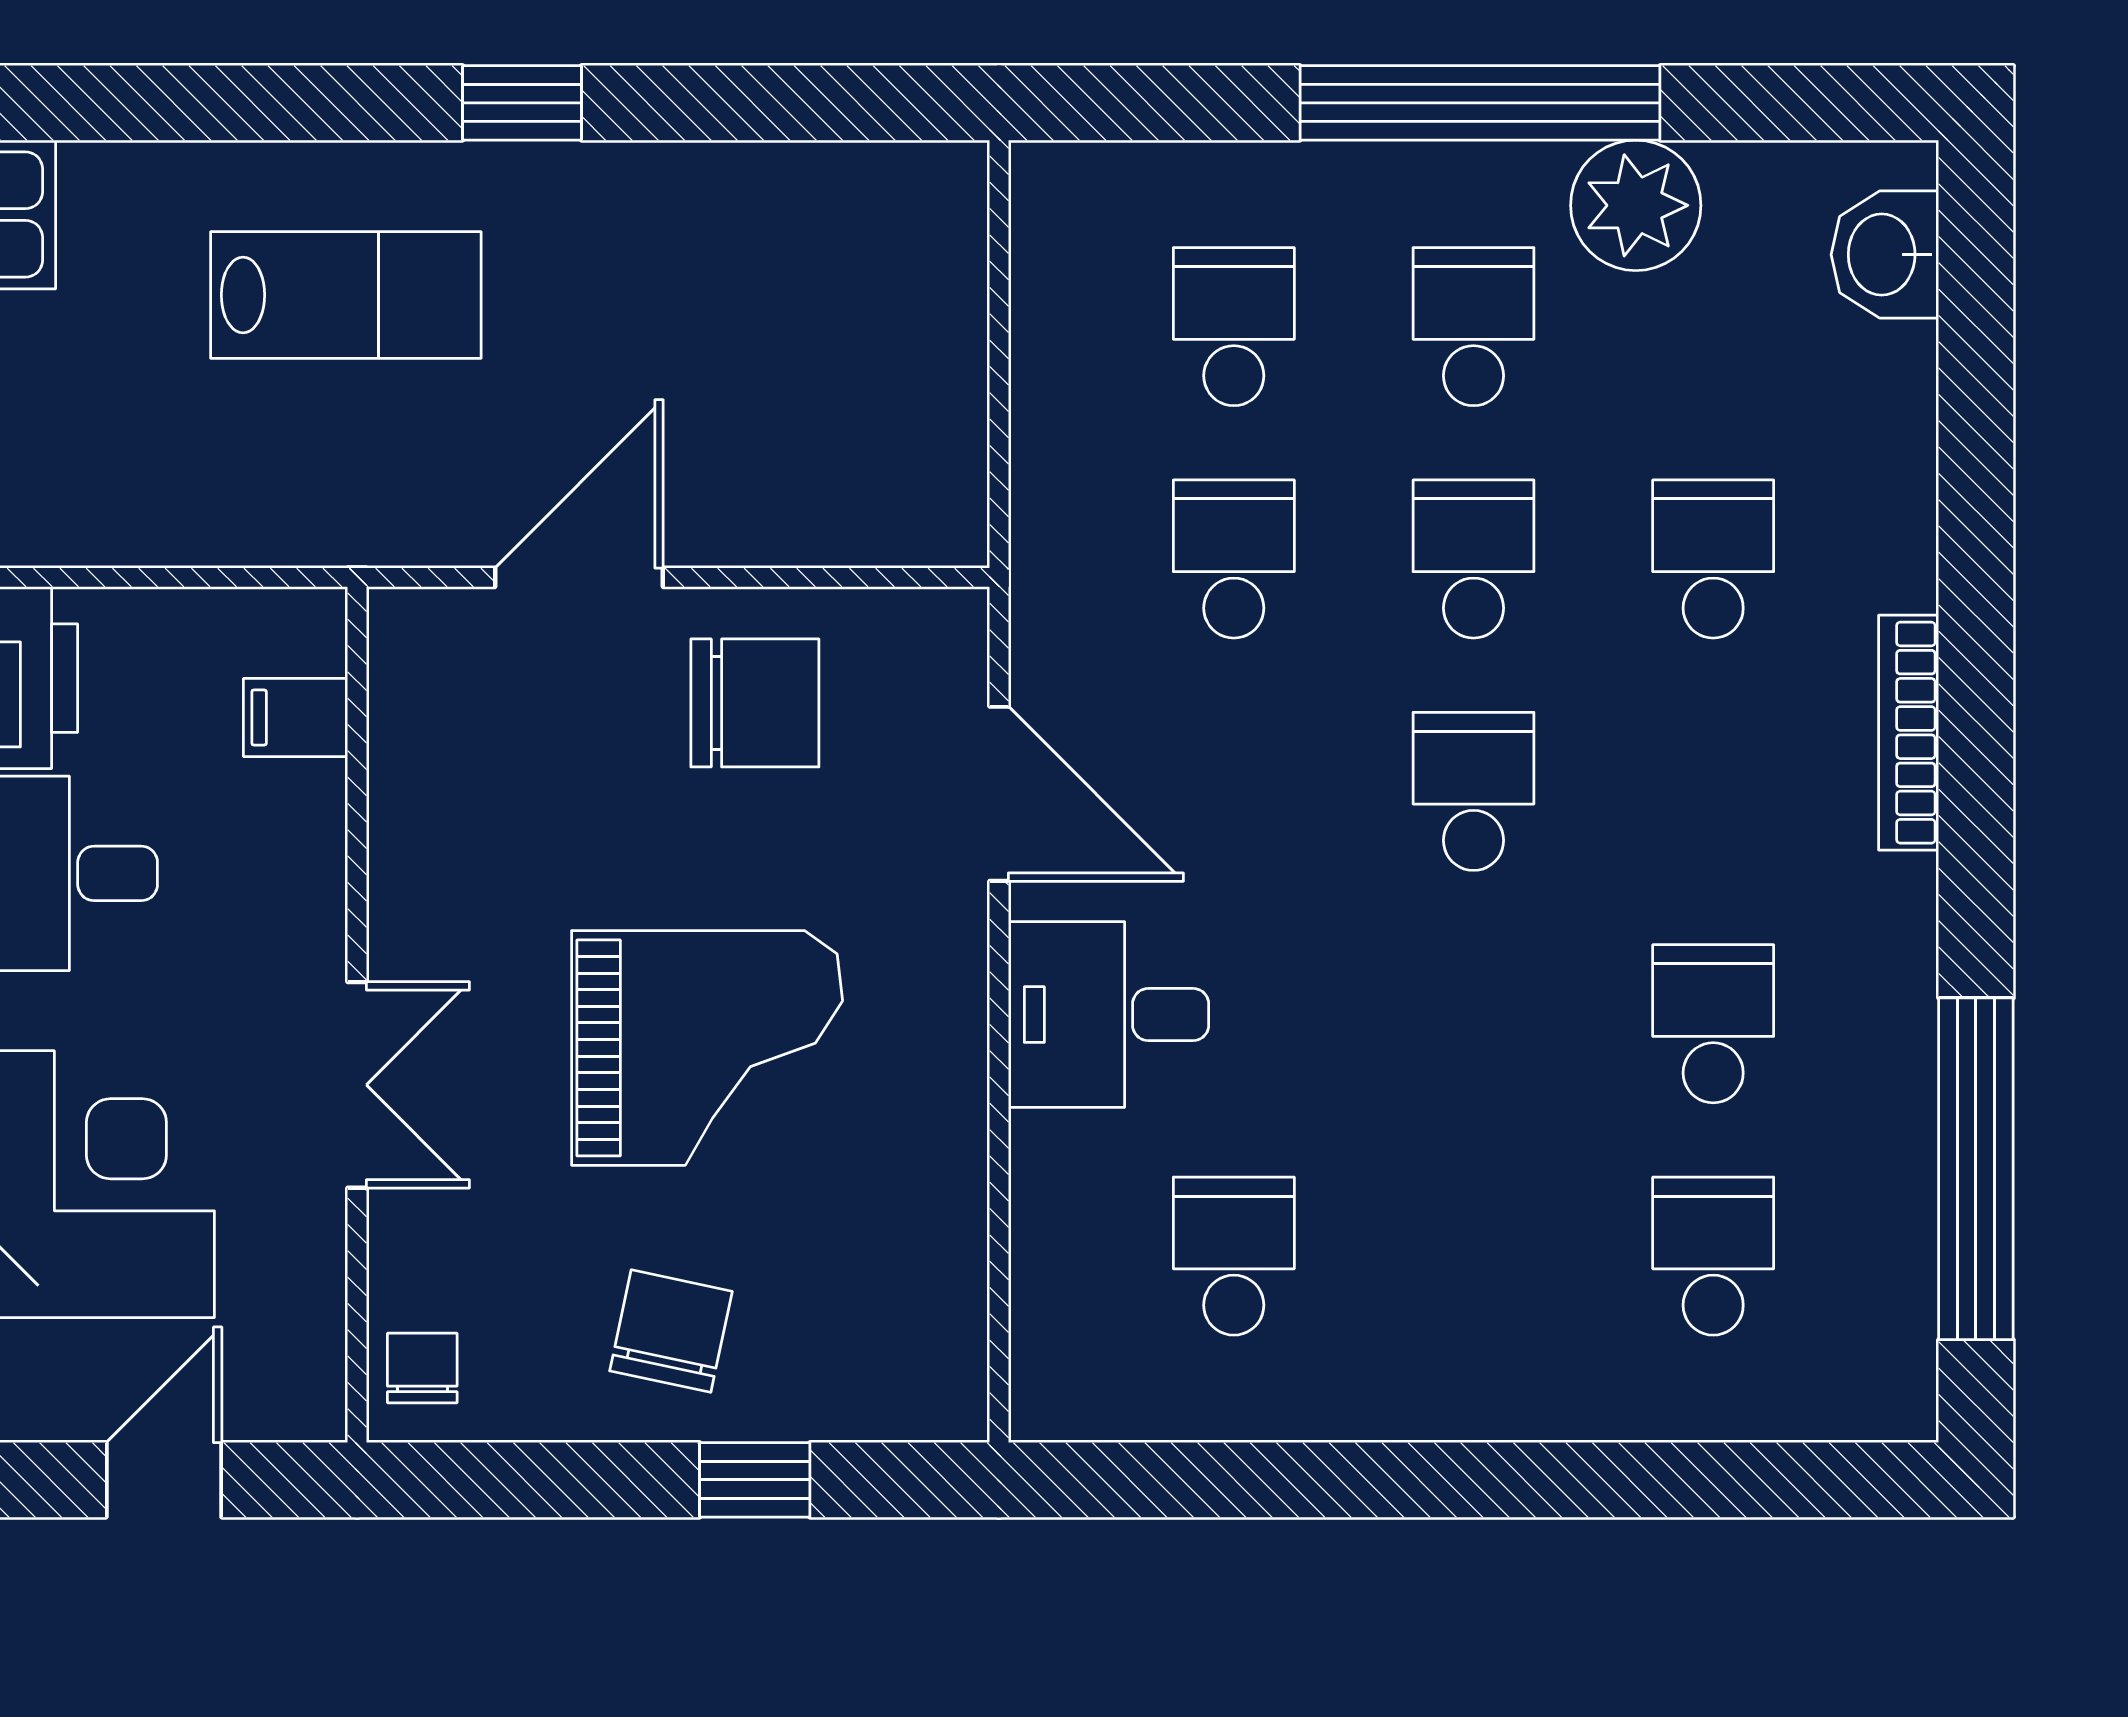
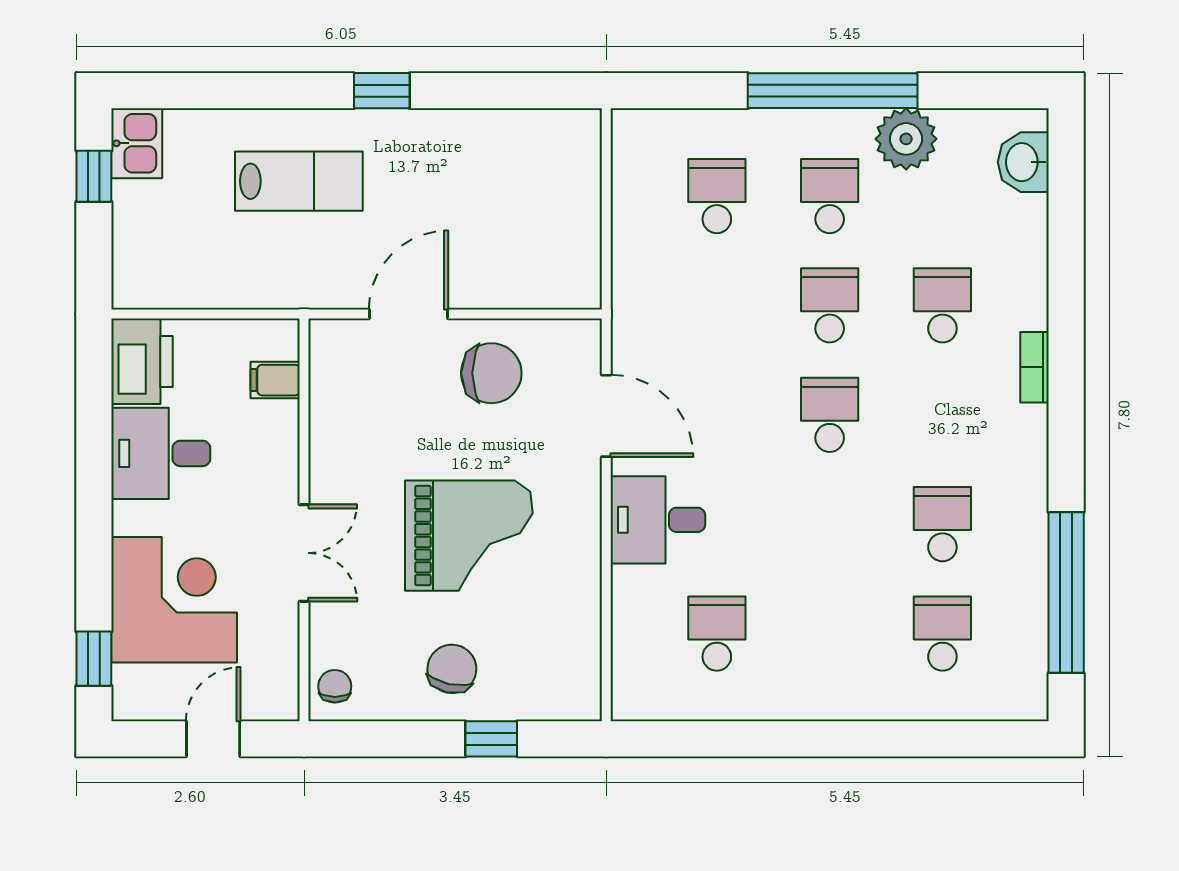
school desk: (1234, 559) -> (717, 305), removed
bookcase: (1909, 733) -> (1034, 367), width x0.64

